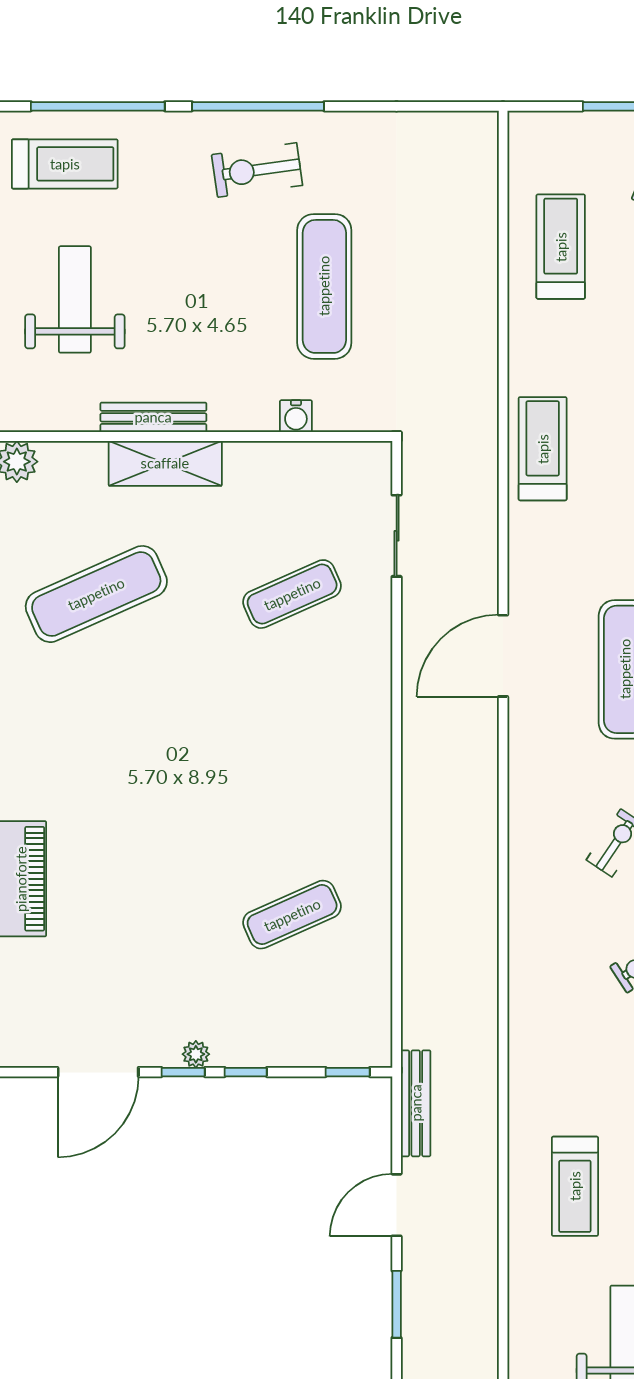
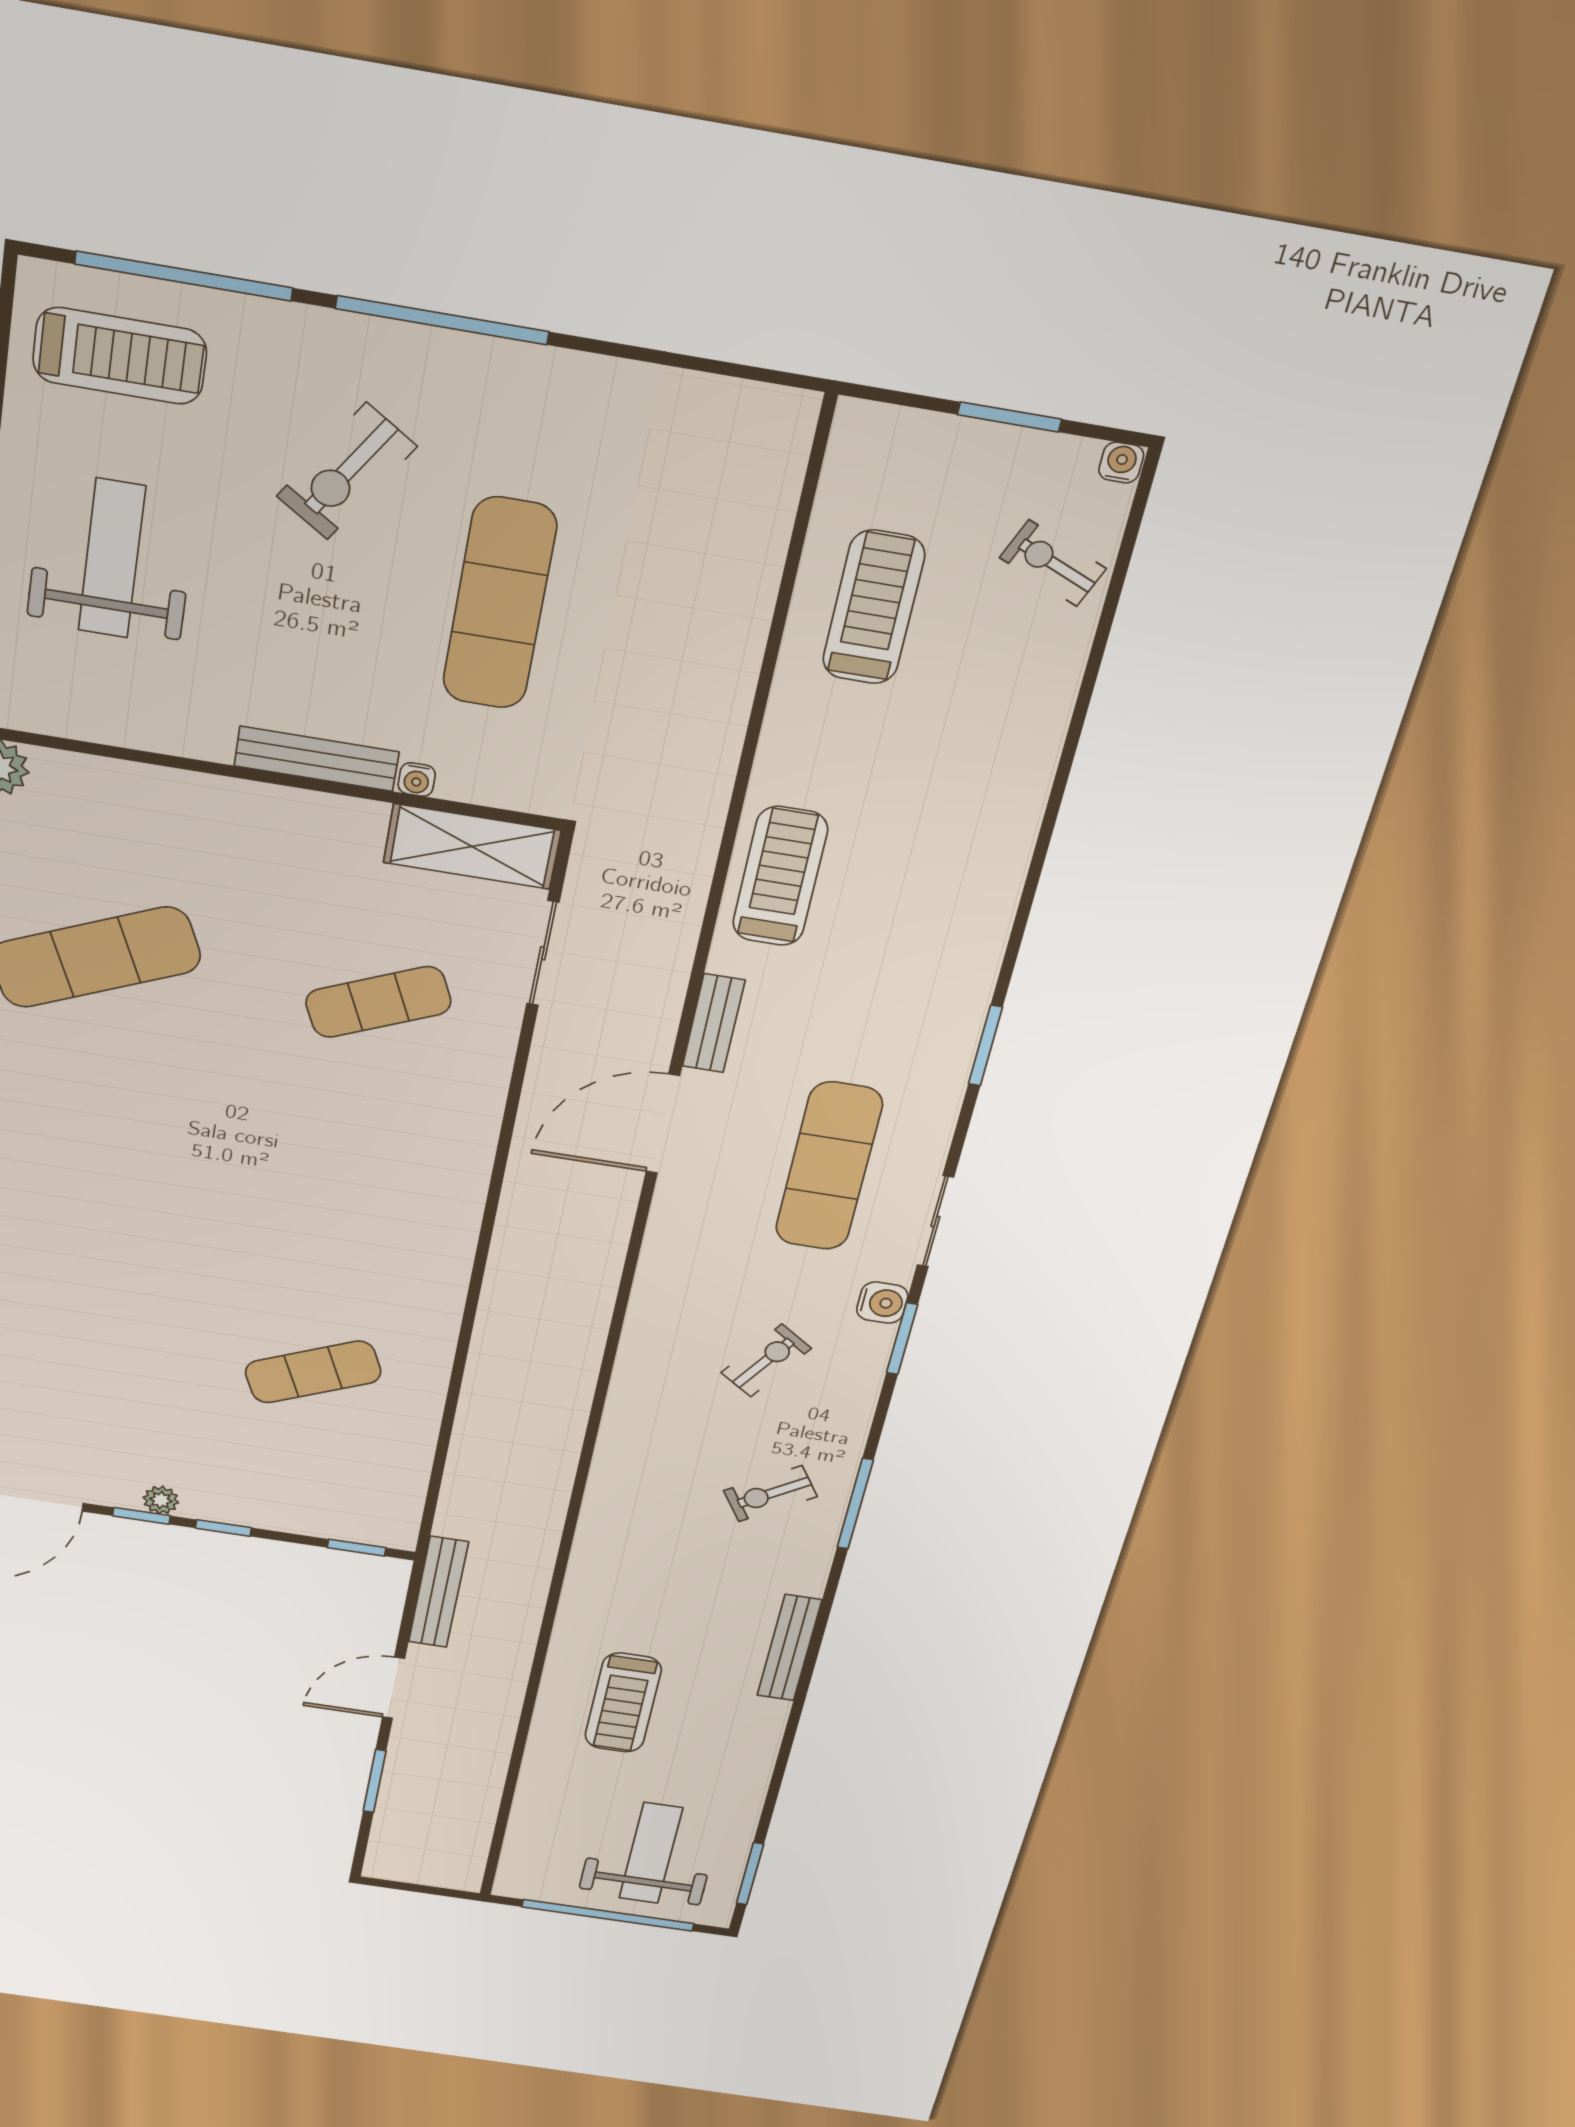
exercise bike: (257, 170) -> (347, 471), moved, turned -49
water cooler: (296, 416) -> (417, 780), width x0.72, depth x0.72
bench: (153, 417) -> (317, 759), moved
shelving: (165, 463) -> (472, 846), moved
bench: (522, 569) -> (714, 1023), added

